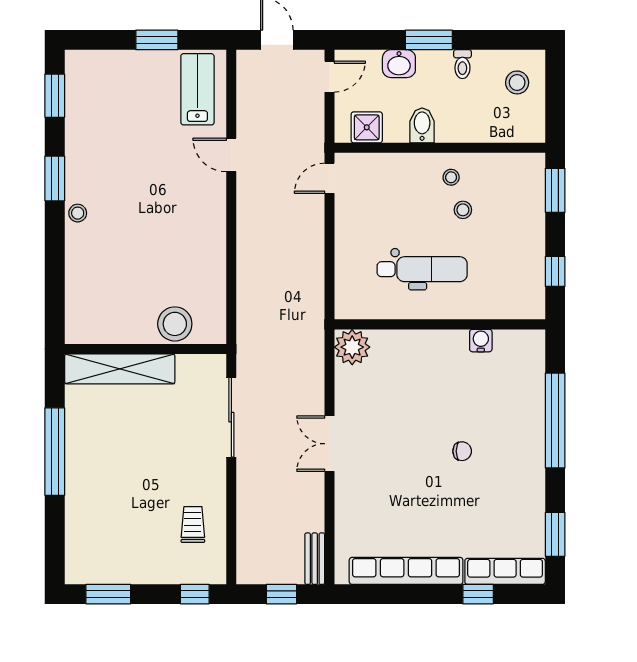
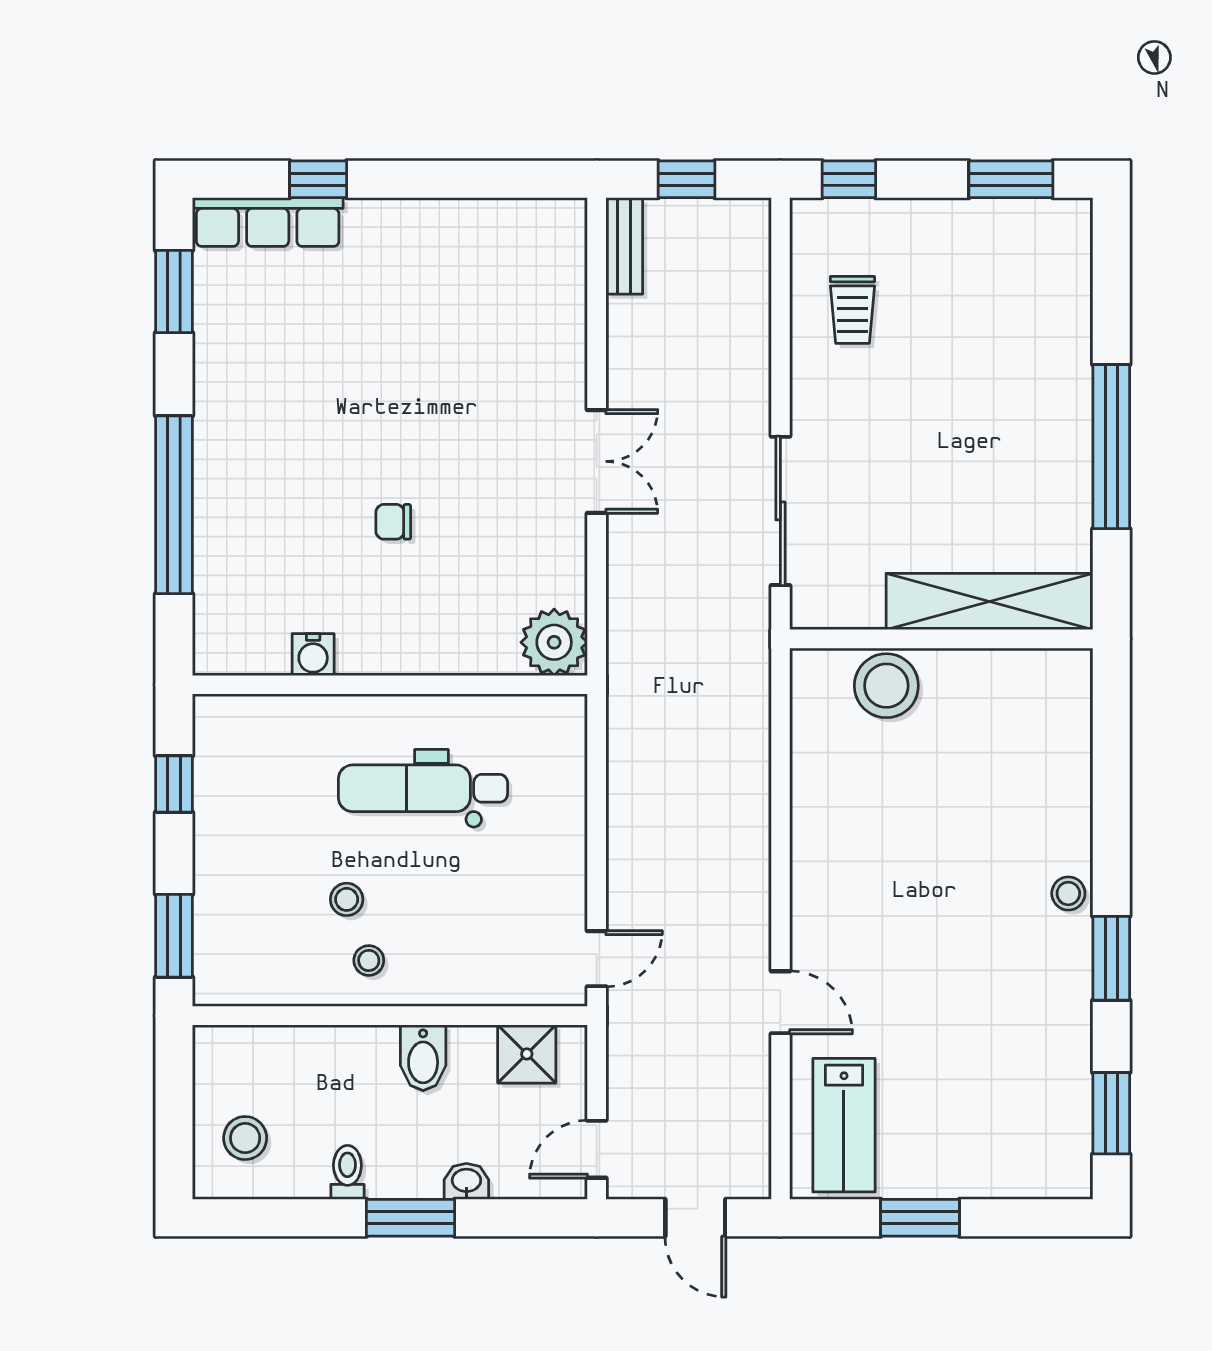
washbasin: (399, 64) -> (466, 1181), width x0.72, depth x0.69
chair: (462, 451) -> (393, 522), moved
row of seats: (406, 571) -> (453, 223), removed

